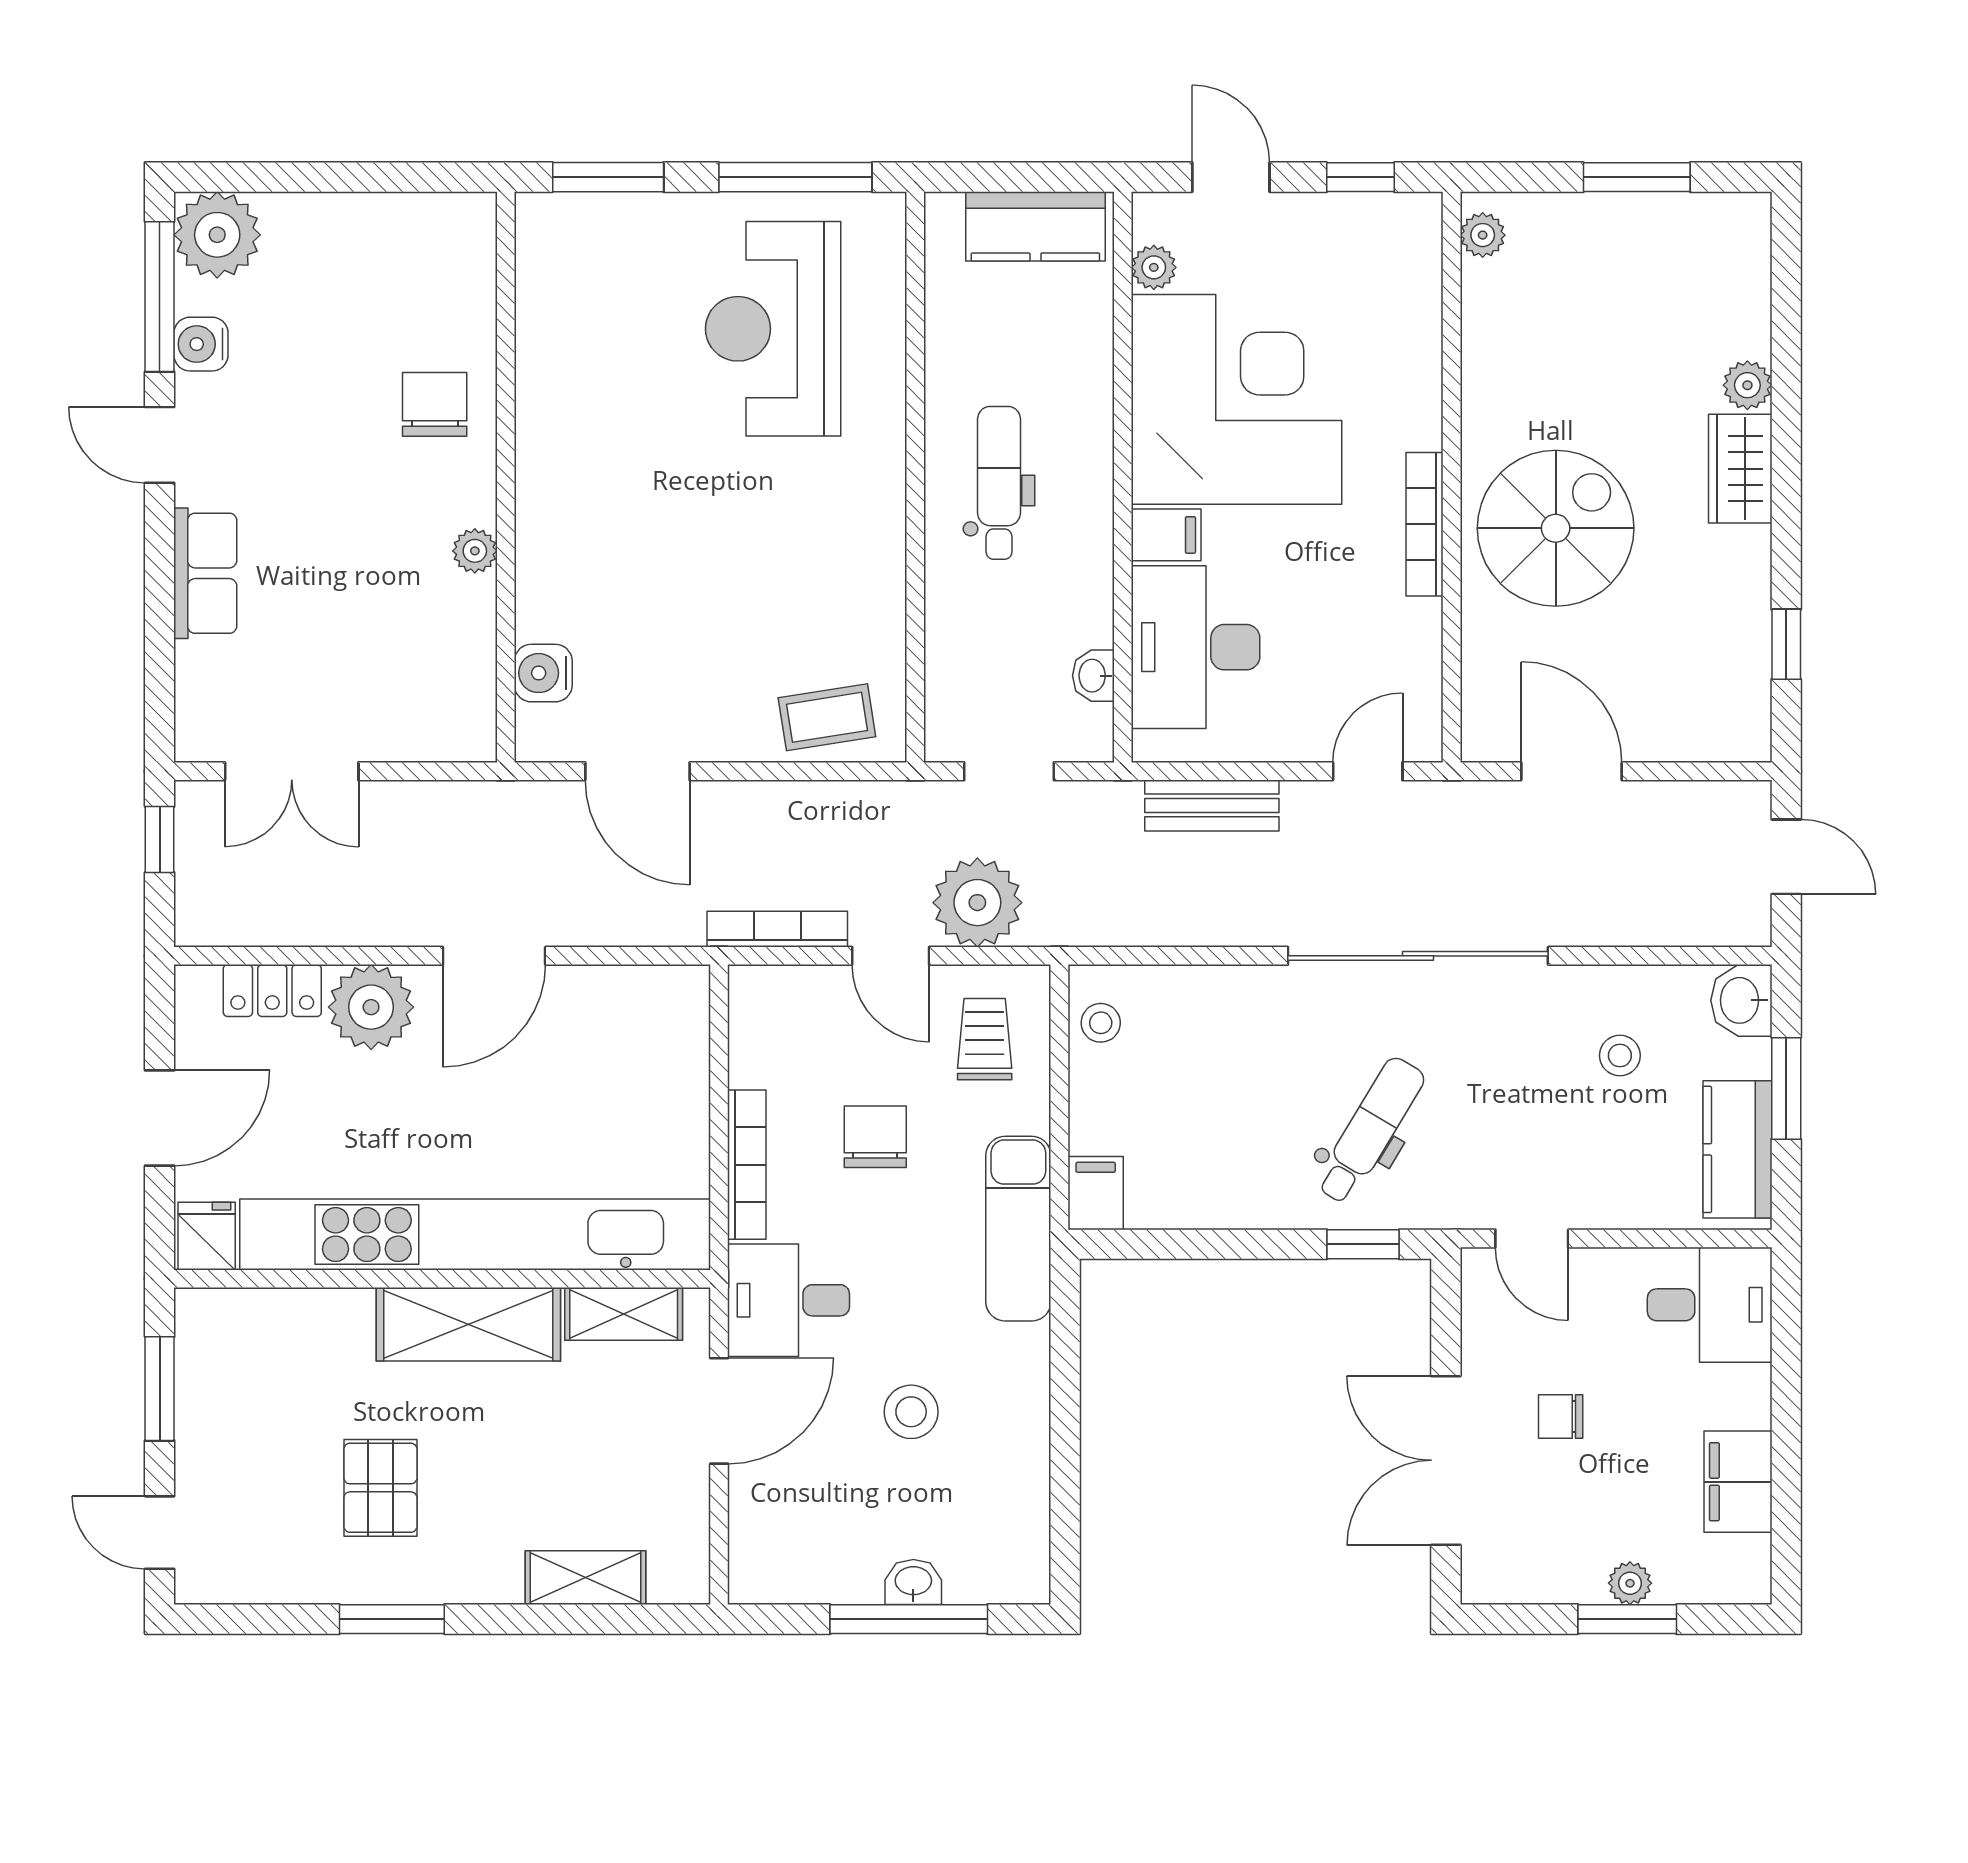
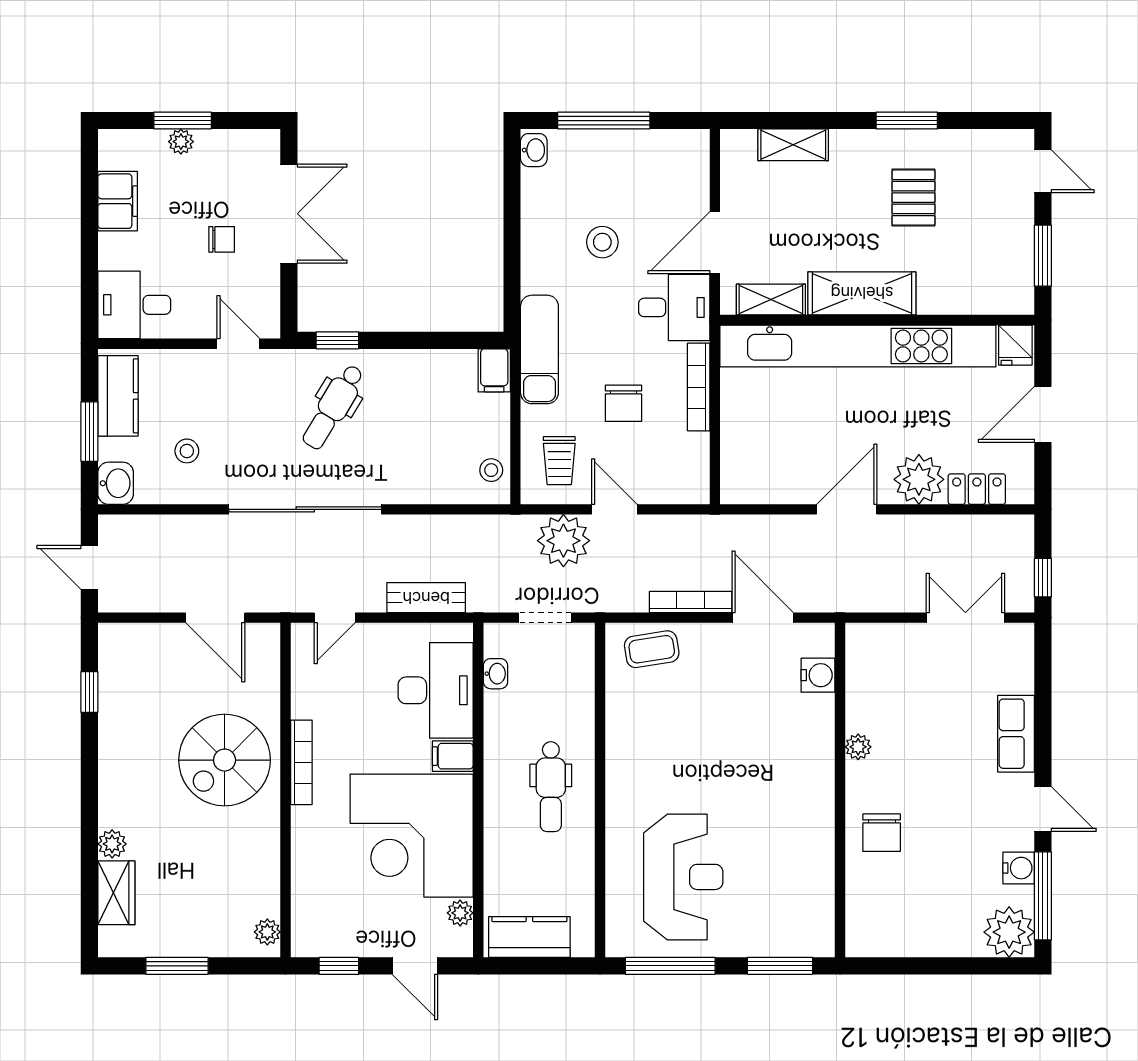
wardrobe: (1740, 469) -> (116, 893), moved
bookcase: (777, 929) -> (691, 602), moved, turned 180
washbasin: (913, 1582) -> (534, 150), moved, turned -90

